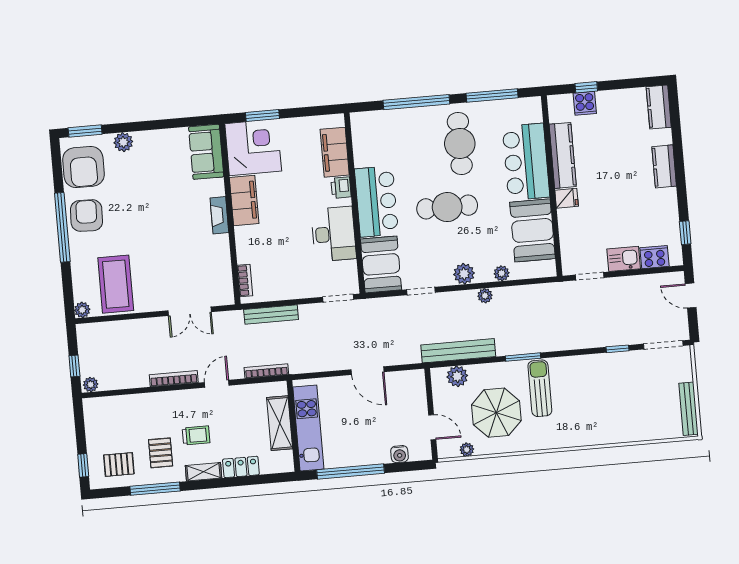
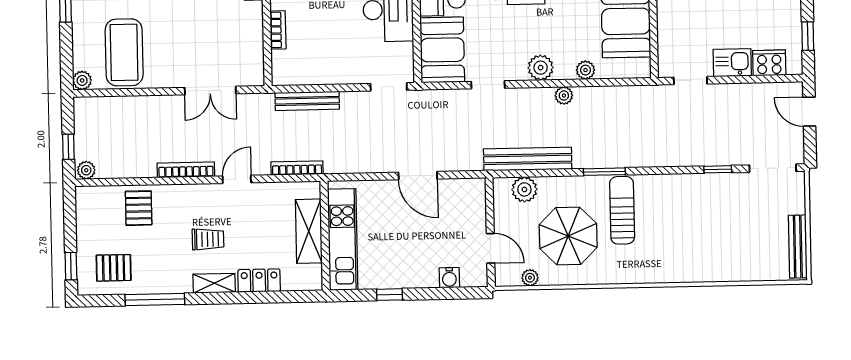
bookcase: (245, 280) -> (278, 30), moved
pallet: (161, 453) -> (139, 208), moved
window: (351, 471) -> (390, 295), width x0.32

